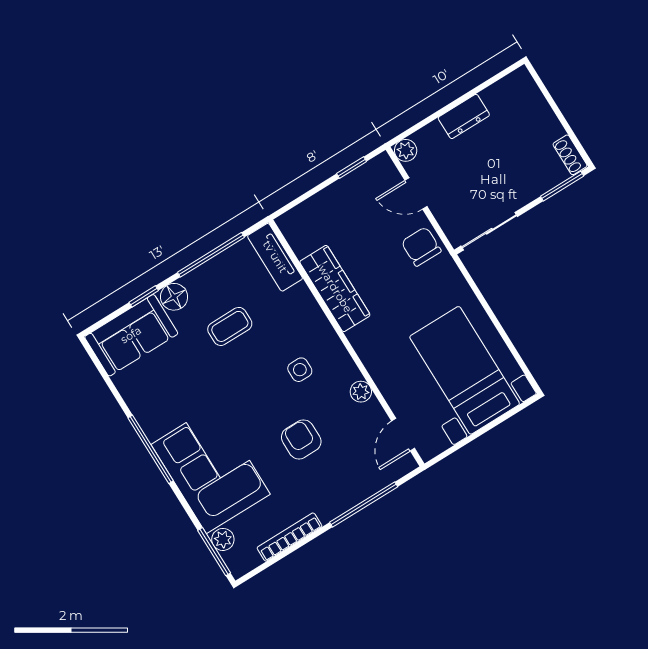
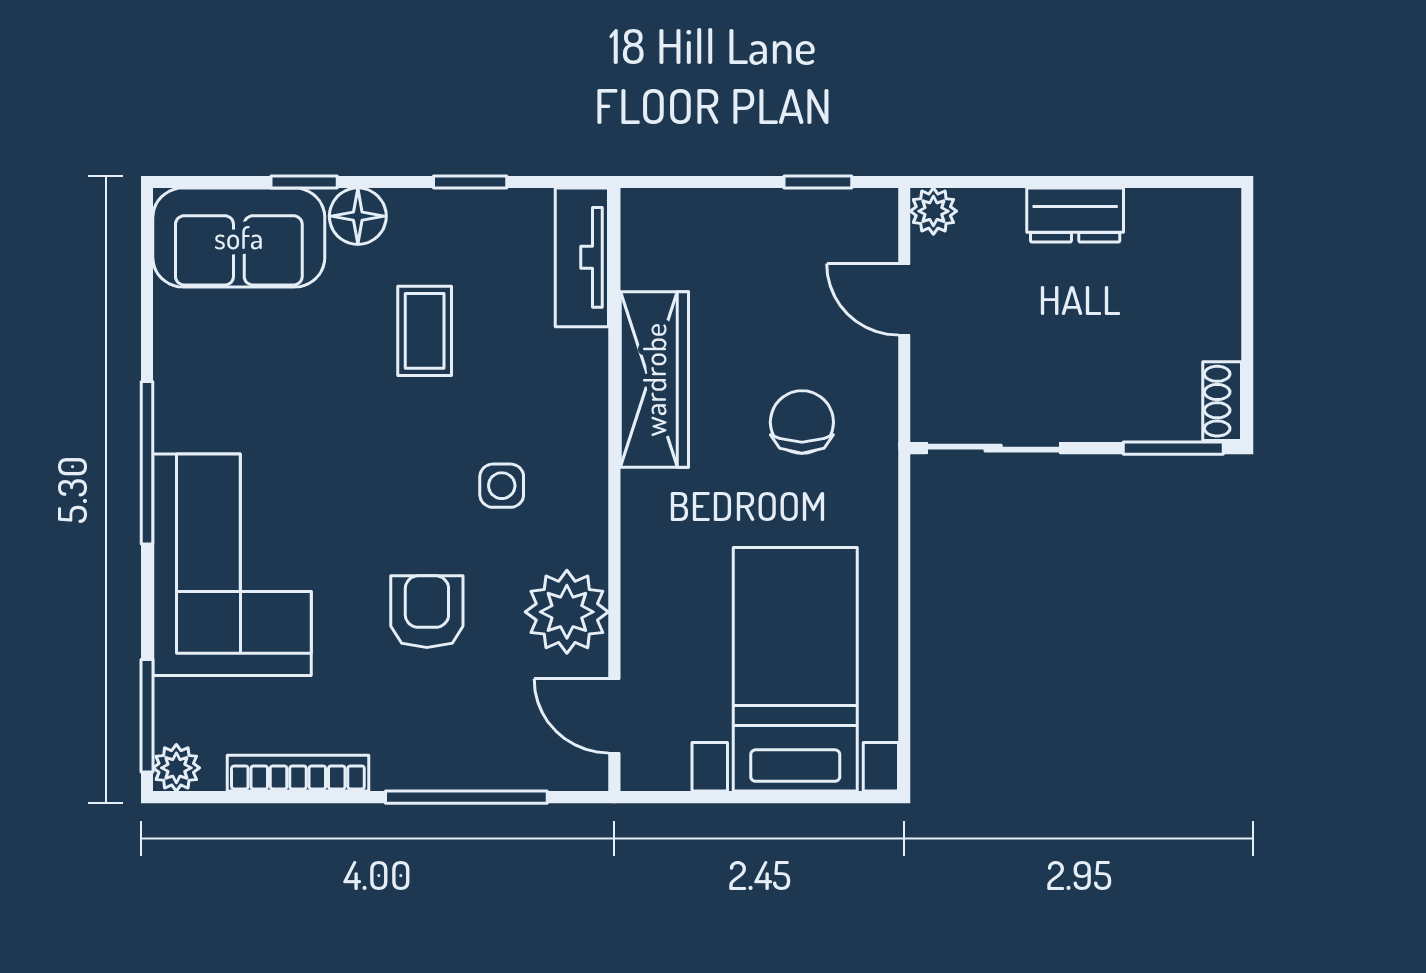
chair: (421, 246) -> (802, 422), moved
window: (211, 255) -> (470, 182), width x0.46
coffee table: (230, 326) -> (425, 331), turned 90
plant: (361, 392) -> (567, 612), width x1.88, depth x1.88
door: (403, 435) -> (614, 716), hinge flipped
plant: (223, 539) -> (176, 768), moved

